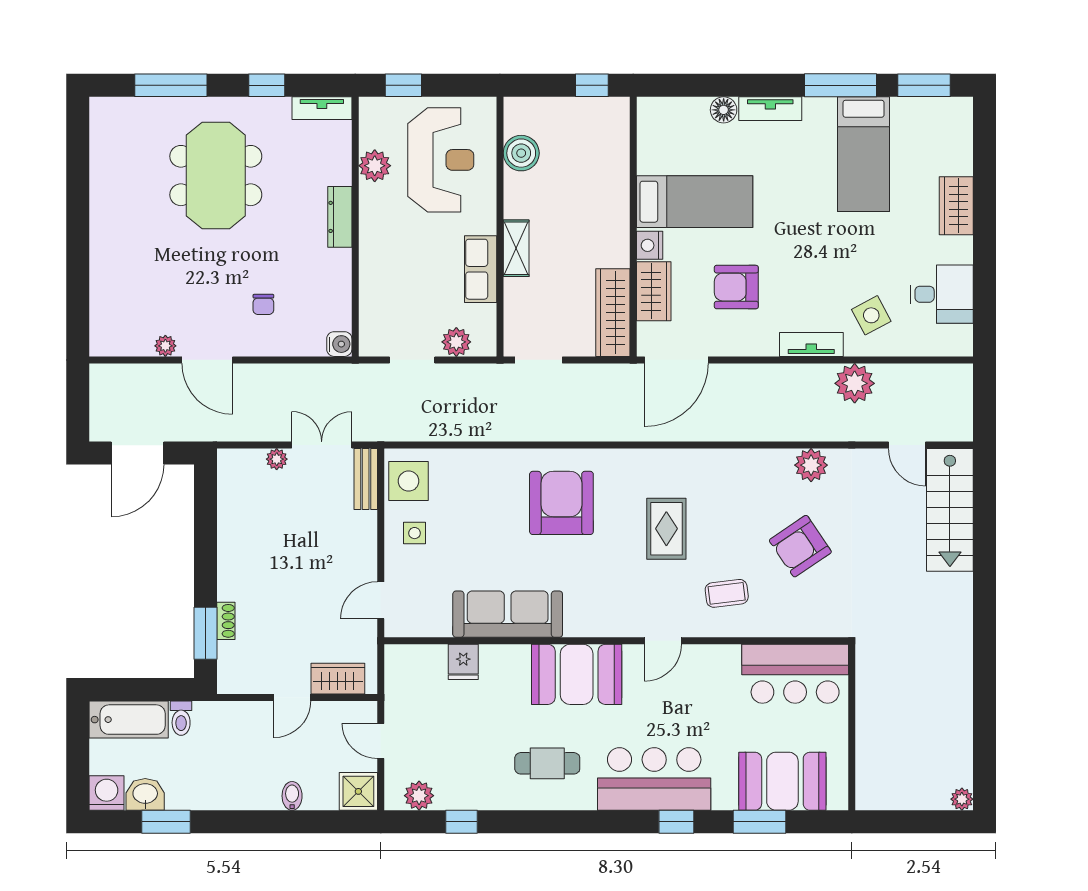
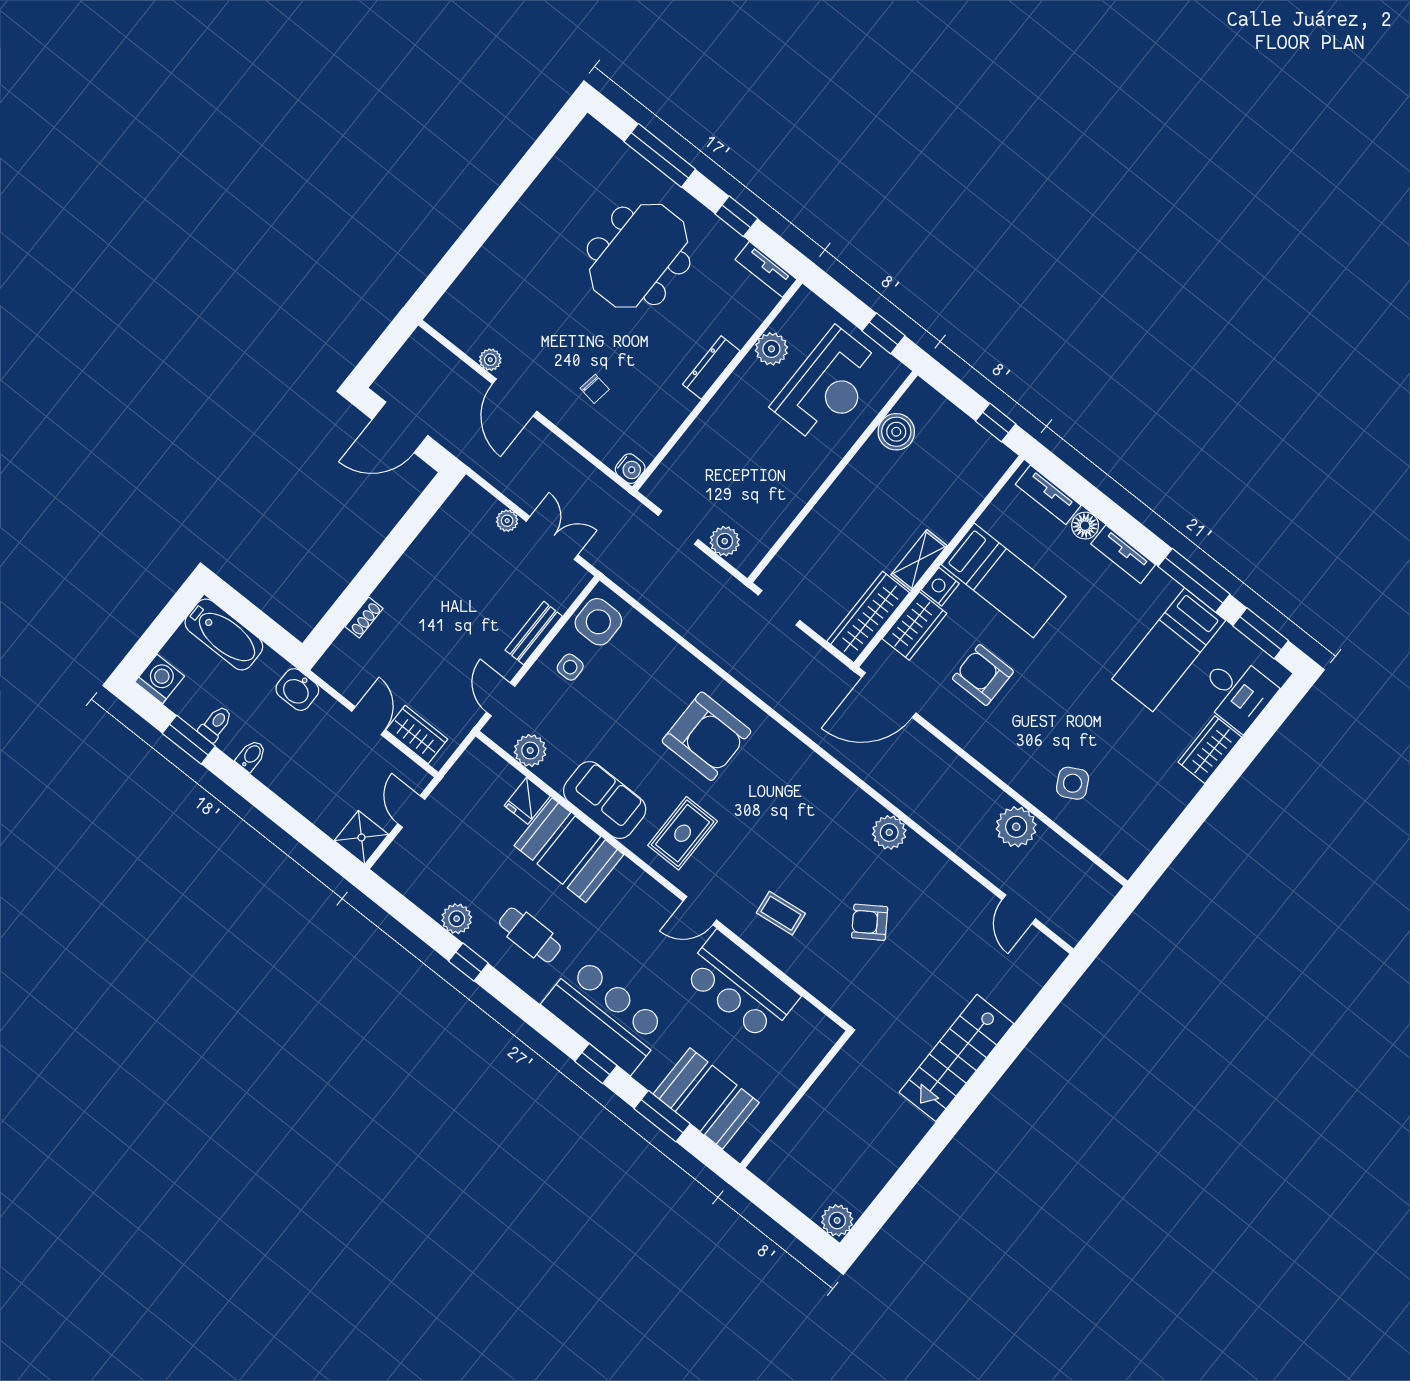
window: (403, 85) -> (884, 333), moved
shelving: (516, 248) -> (919, 560), moved
row of seats: (481, 269) -> (790, 498), removed
desk: (942, 294) -> (1237, 692), moved
chair: (263, 304) -> (595, 389), turned -81
tv unit: (811, 344) -> (1048, 495), moved, turned 180
plant: (811, 465) -> (889, 832), moved
bench: (366, 479) -> (534, 633), moved
armchair: (561, 503) -> (706, 736), turned 90
stairs: (950, 510) -> (956, 1058), moved
rug: (666, 529) -> (683, 833), moved
armchair: (800, 546) -> (870, 922), width x0.72, depth x0.72
door: (381, 600) -> (501, 699), hinge flipped
sofa: (508, 614) -> (605, 800), width x0.73
plant: (435, 622) -> (530, 750), added
window: (205, 633) -> (340, 614), removed
booth: (577, 674) -> (569, 850), moved
bar counter: (795, 674) -> (741, 986), moved
door: (292, 698) -> (368, 721), swing flipped
toilet: (181, 718) -> (216, 724), moved, turned 180
washbasin: (145, 794) -> (297, 690), moved, turned 180
bidet: (292, 796) -> (251, 756), moved
plant: (419, 796) -> (457, 919), moved
plant: (962, 799) -> (837, 1220), width x1.38, depth x1.38
window: (462, 822) -> (468, 962), moved

